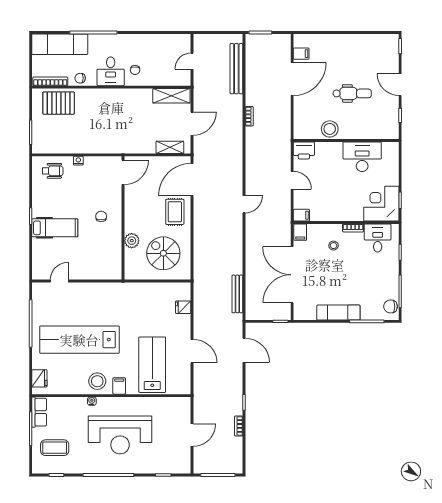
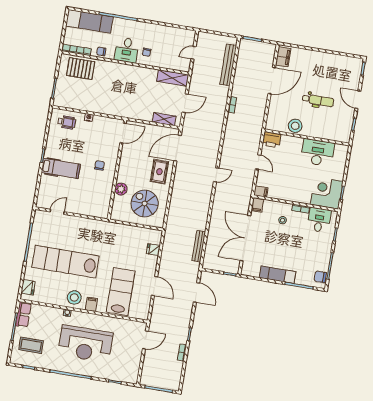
filing cabinet: (301, 54) -> (283, 57), width x2.00
door: (192, 435) -> (145, 340), moved

